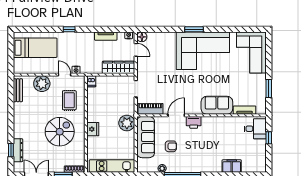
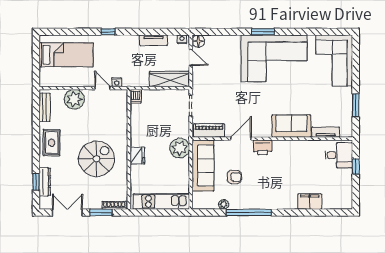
rug: (69, 100) -> (52, 143), moved

